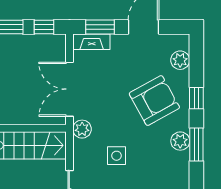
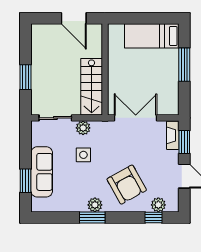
window: (44, 27) -> (184, 98), removed
window: (196, 98) -> (153, 218), moved
plant: (82, 129) -> (83, 128), moved

